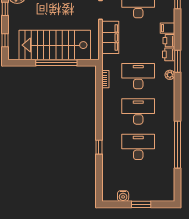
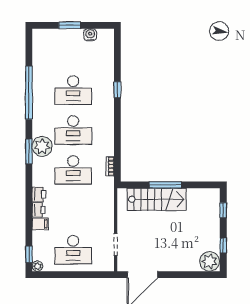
filing cabinet: (110, 37) -> (105, 213), removed
stairs: (55, 45) -> (156, 199), width x0.73, depth x0.66
window: (177, 61) -> (29, 151), moved
window: (56, 63) -> (165, 185), width x0.68
plant: (170, 75) -> (42, 146), moved, width x1.87, depth x1.87

